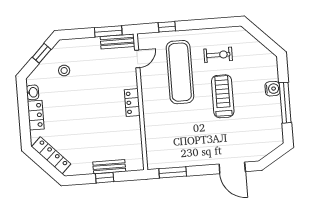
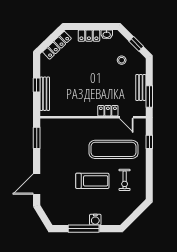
bench: (118, 42) -> (141, 87), moved
locker: (132, 103) -> (108, 111), moved
bench: (109, 167) -> (45, 94), width x1.36

